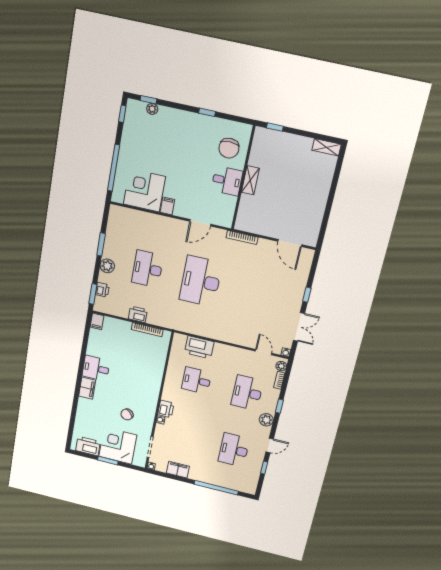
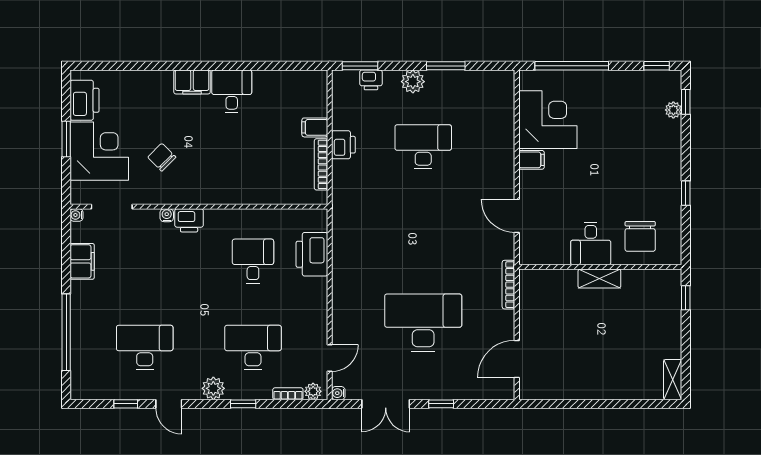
chair: (229, 148) -> (640, 236), turned -90
desk: (201, 281) -> (423, 323), moved
filing cabinet: (97, 321) -> (315, 127), moved

